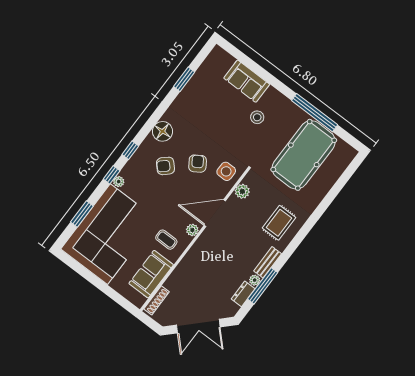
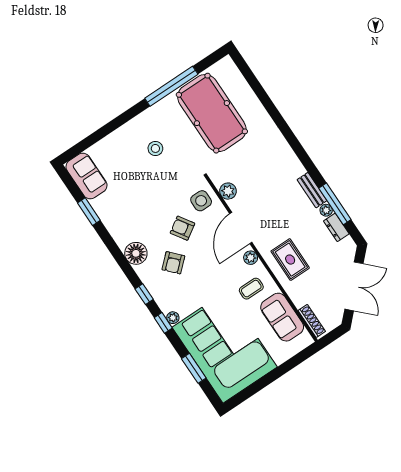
sofa: (247, 81) -> (86, 176), moved, turned -90
rug: (279, 223) -> (290, 260), moved

